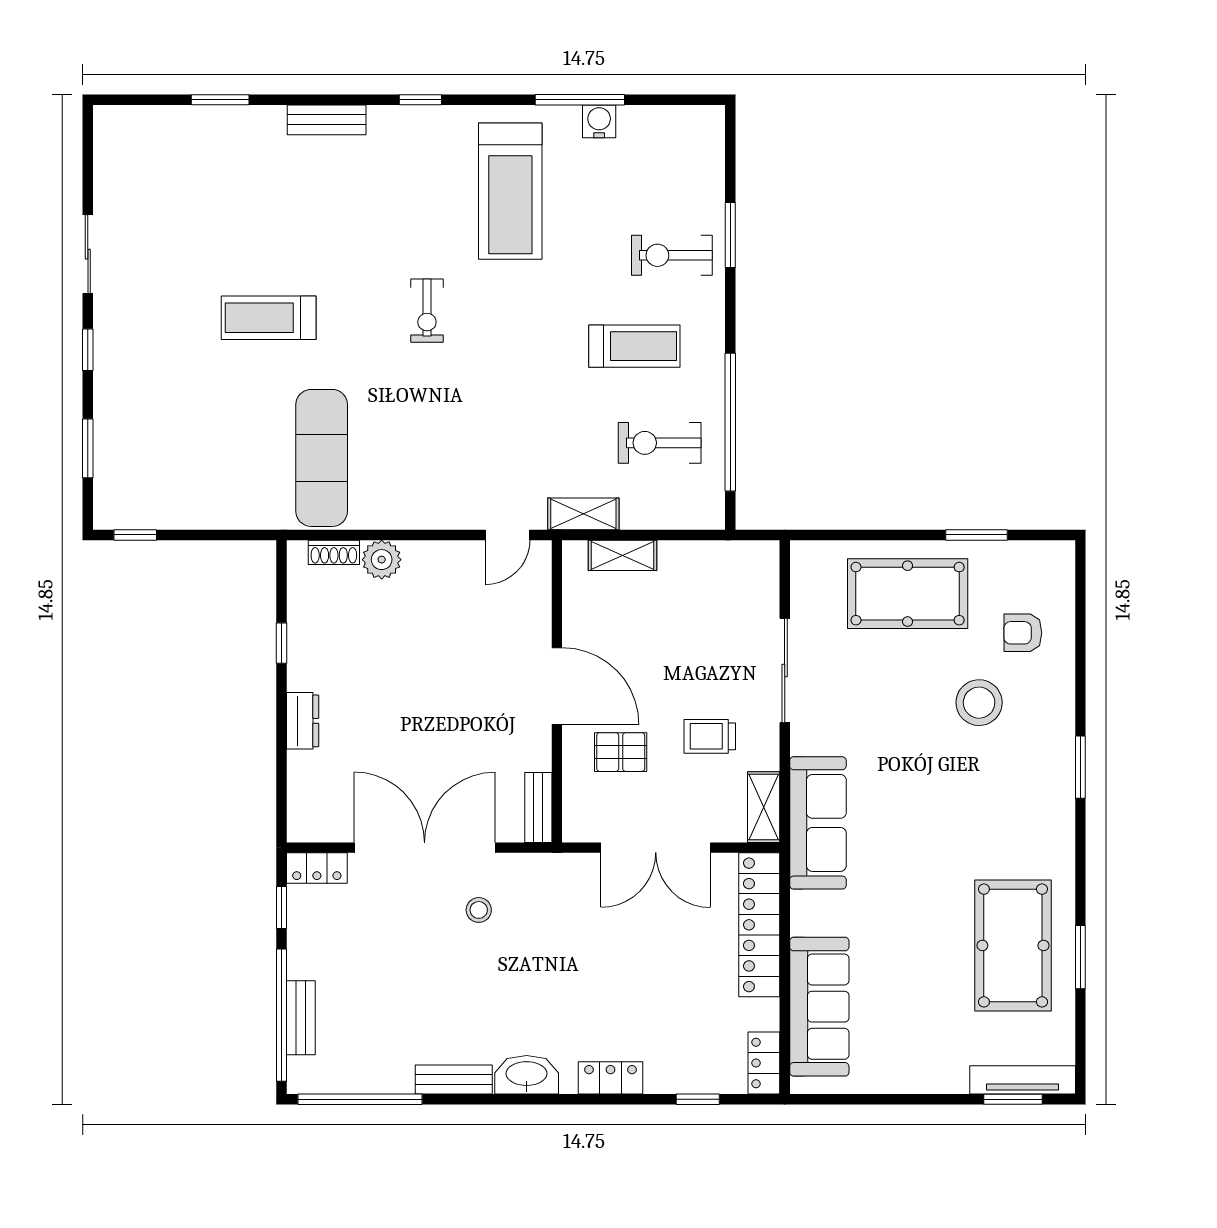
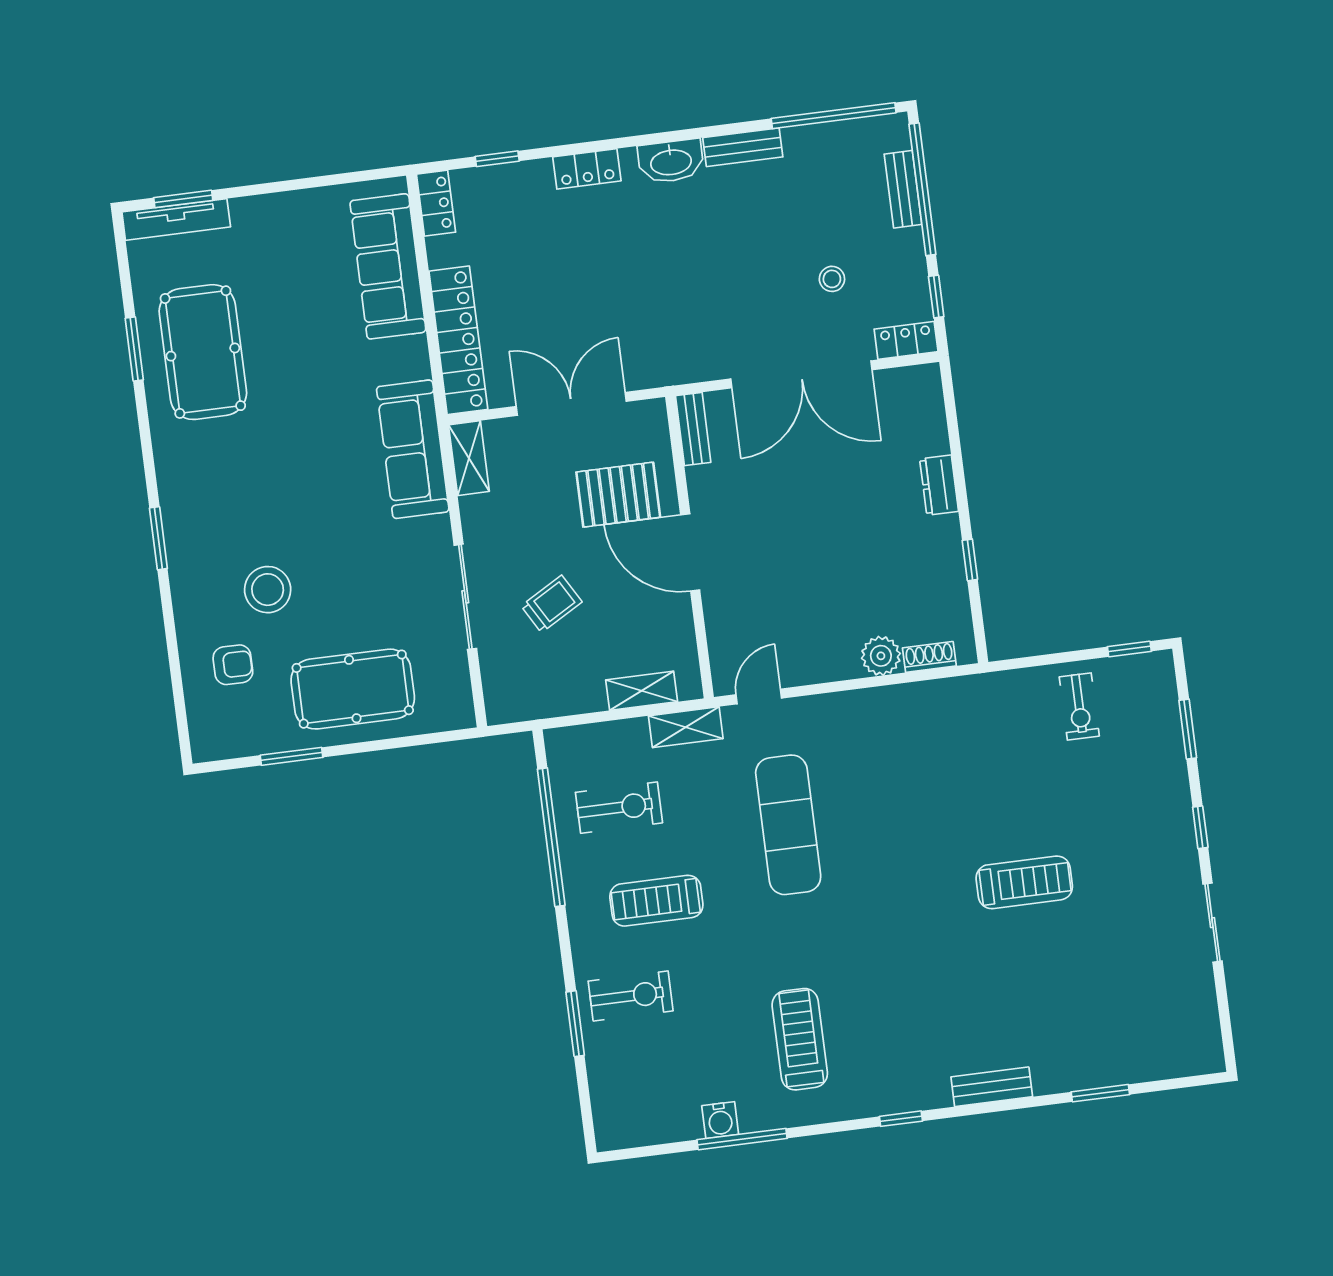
treadmill: (510, 191) -> (800, 1039), width x0.73, depth x0.73
exercise bike: (427, 311) -> (1079, 706), moved, turned 180
exercise mat: (322, 458) -> (788, 825), moved
trolley: (710, 736) -> (552, 604), moved, turned -30
pallet: (621, 752) -> (618, 495), width x1.50, depth x1.42
stool: (479, 910) -> (832, 279), moved

